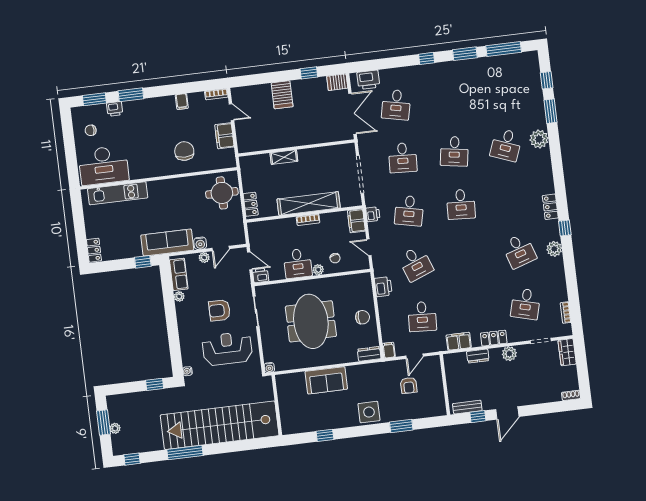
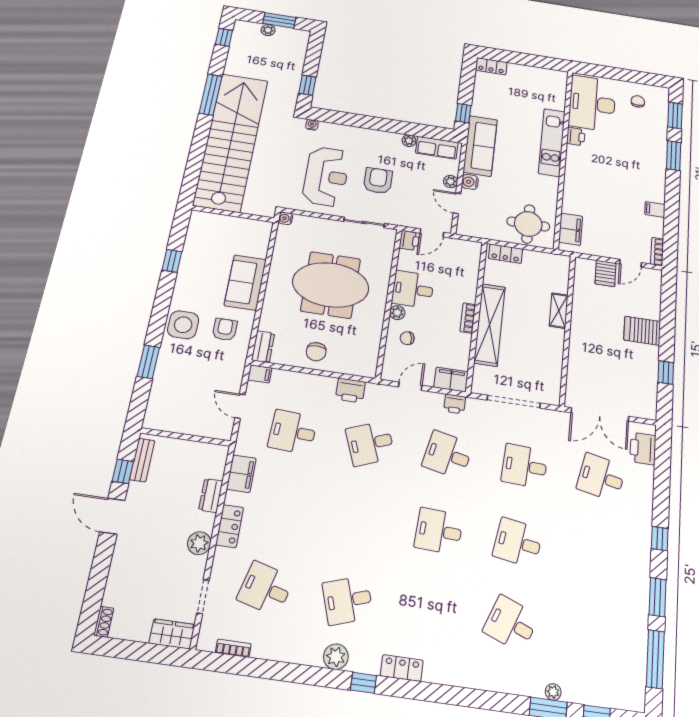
server rack: (337, 82) -> (606, 273), moved, turned 180
printer: (115, 109) -> (576, 136), moved, turned 180
filing cabinet: (224, 136) -> (571, 229), moved, turned 90
plant: (539, 139) -> (553, 692), moved, width x0.53, depth x0.53
chair: (184, 151) -> (591, 195), removed
kitchen unit: (118, 193) -> (552, 142), moved
armchair: (409, 385) -> (225, 329), moved, turned 90

